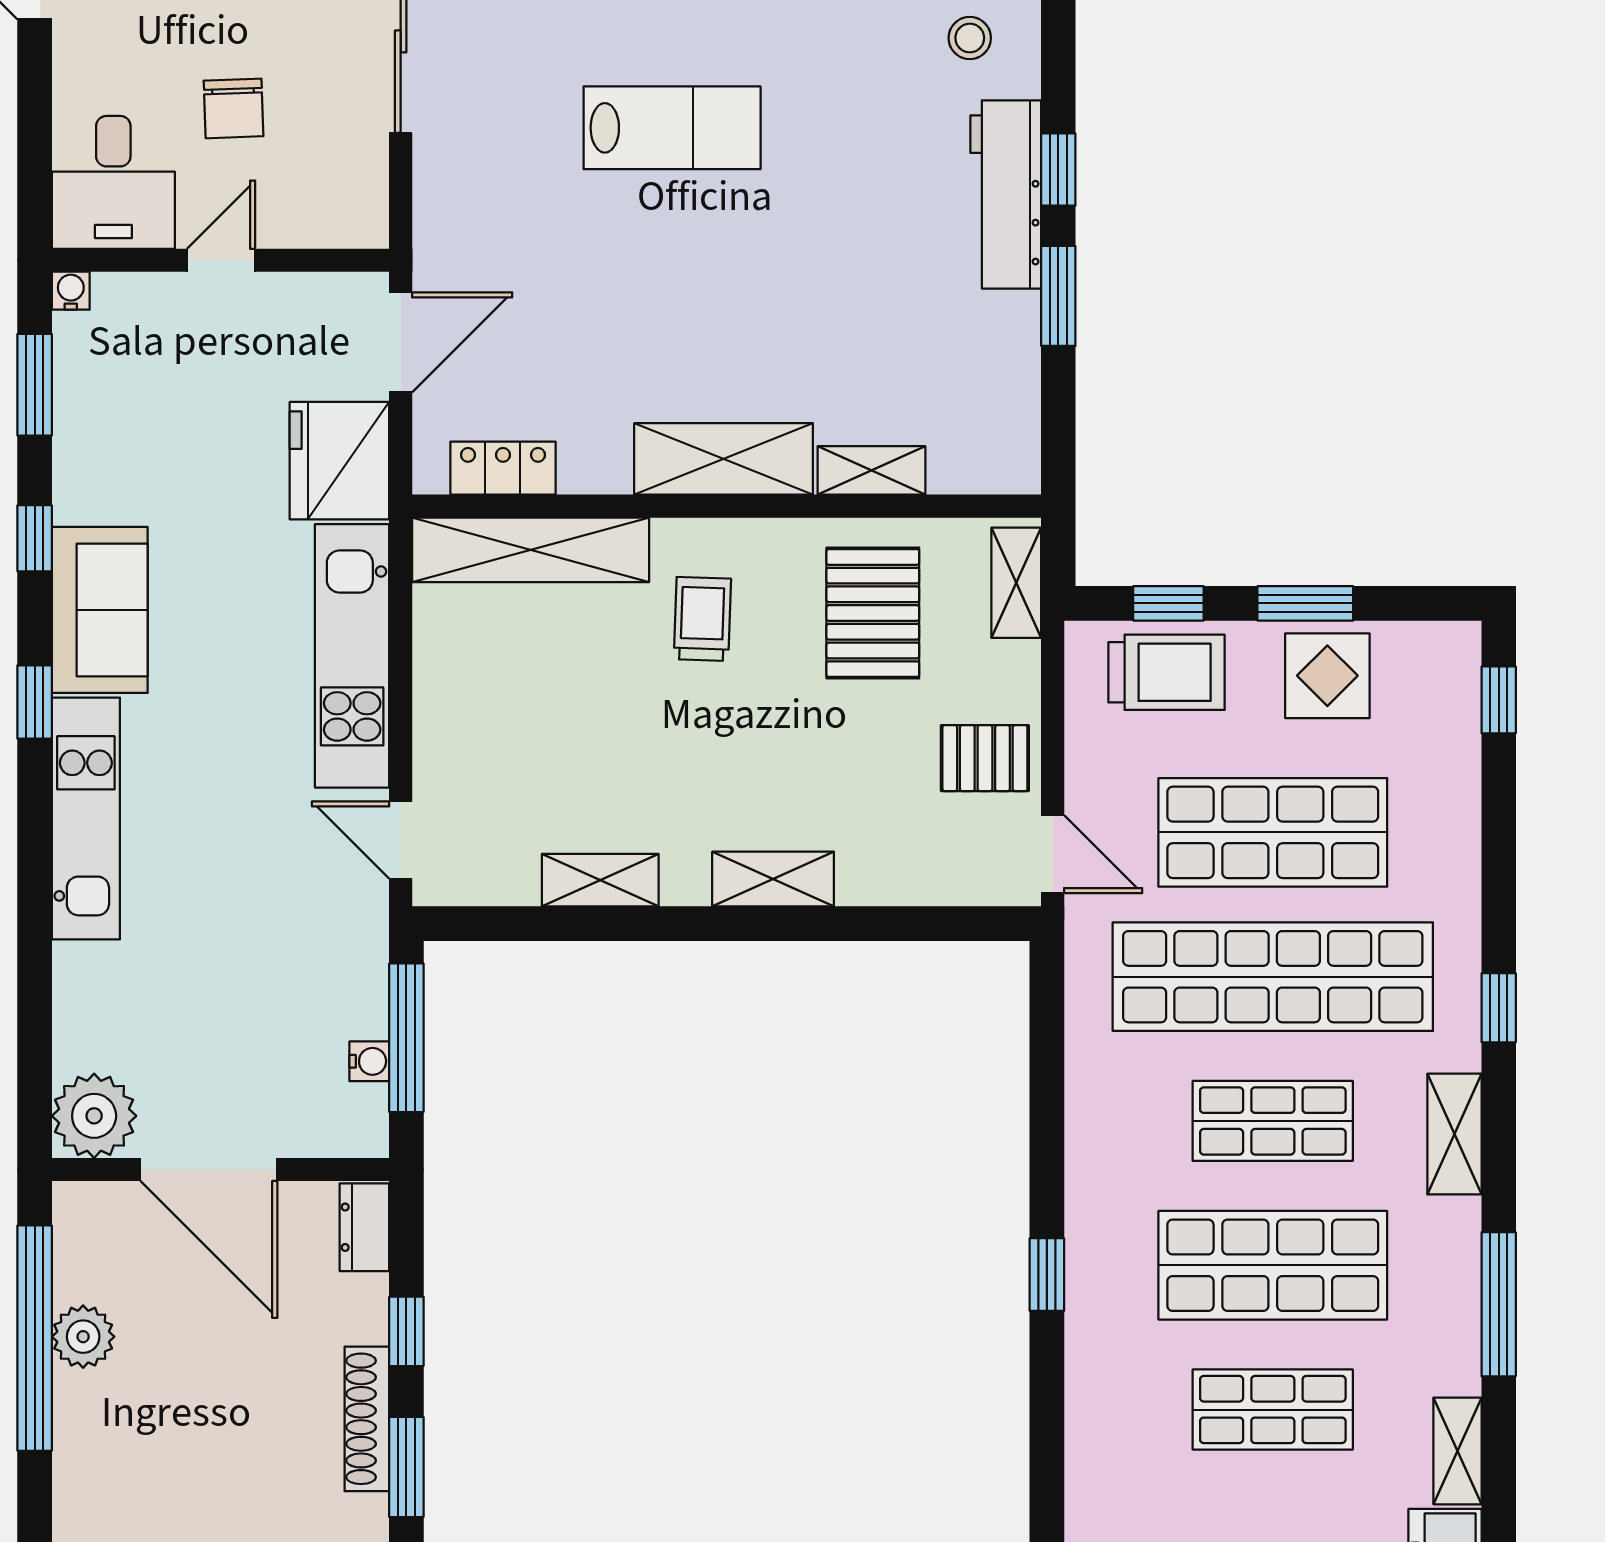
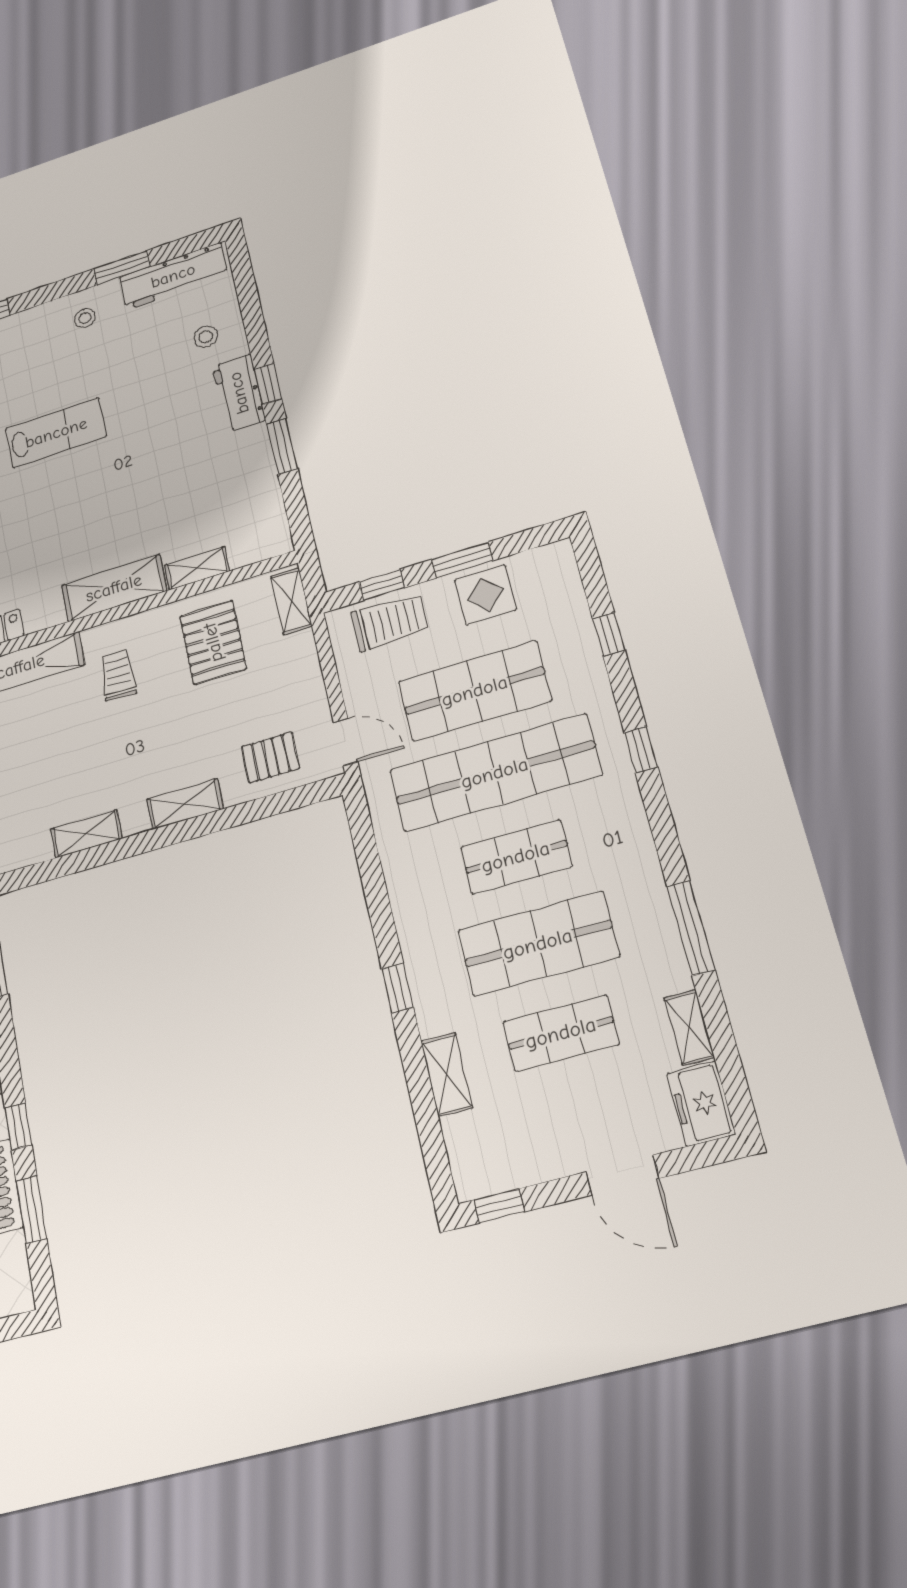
workbench: (1006, 194) -> (239, 393), width x0.73
window: (1499, 700) -> (609, 634), moved
pallet: (985, 758) -> (271, 757), moved
shelving: (1454, 1134) -> (447, 1075), moved

